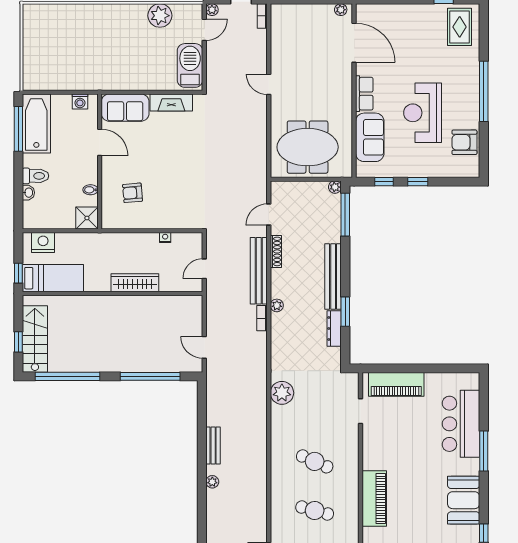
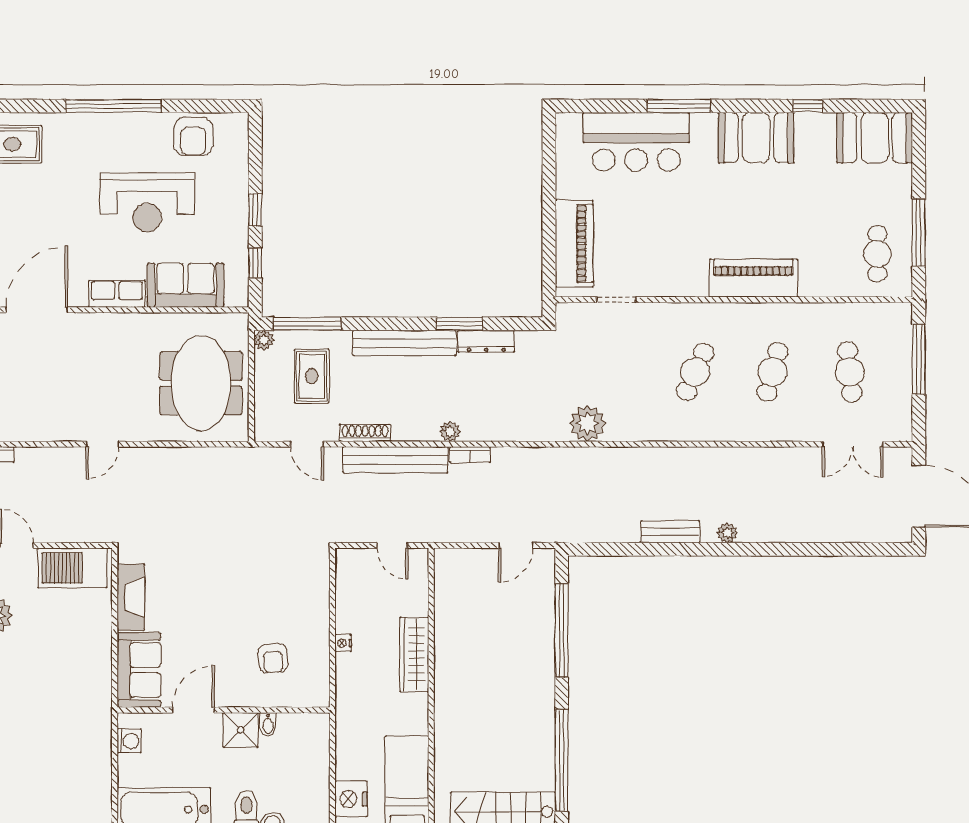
shower: (87, 218) -> (241, 730), moved
rug: (312, 218) -> (312, 376), added
nightstand: (165, 238) -> (343, 643), moved

